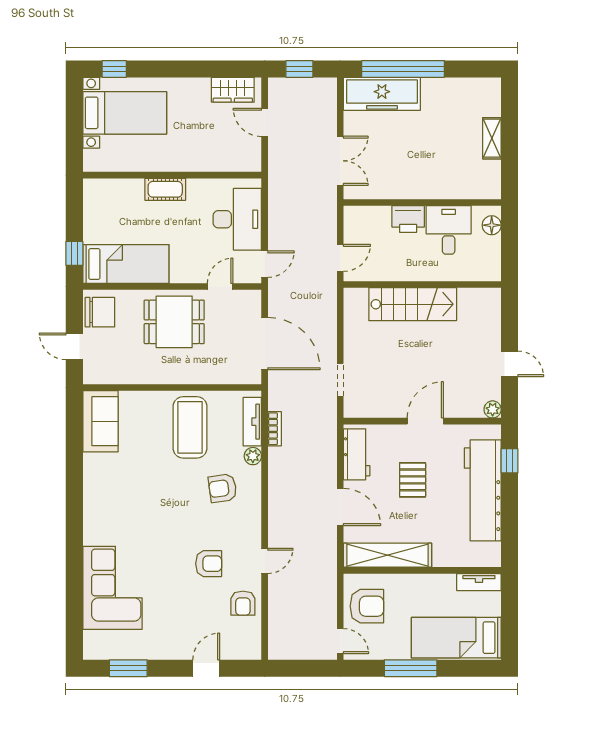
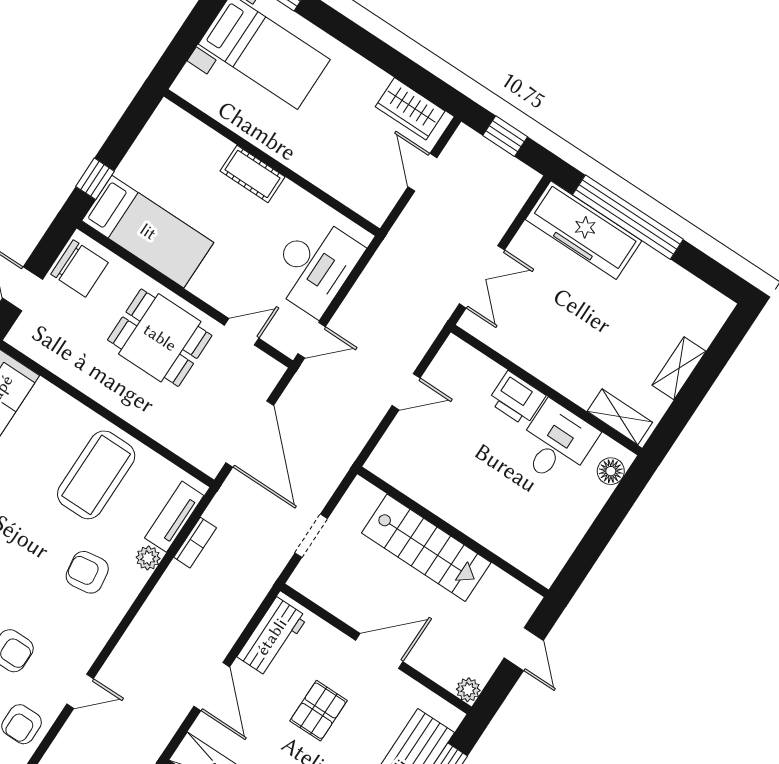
shelving: (476, 190) -> (620, 417), added
wall: (422, 284) -> (453, 532), moved
stairs: (413, 304) -> (426, 548), moved

